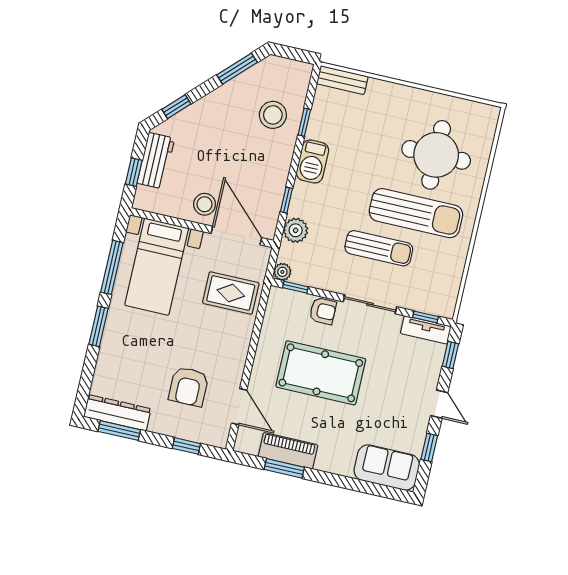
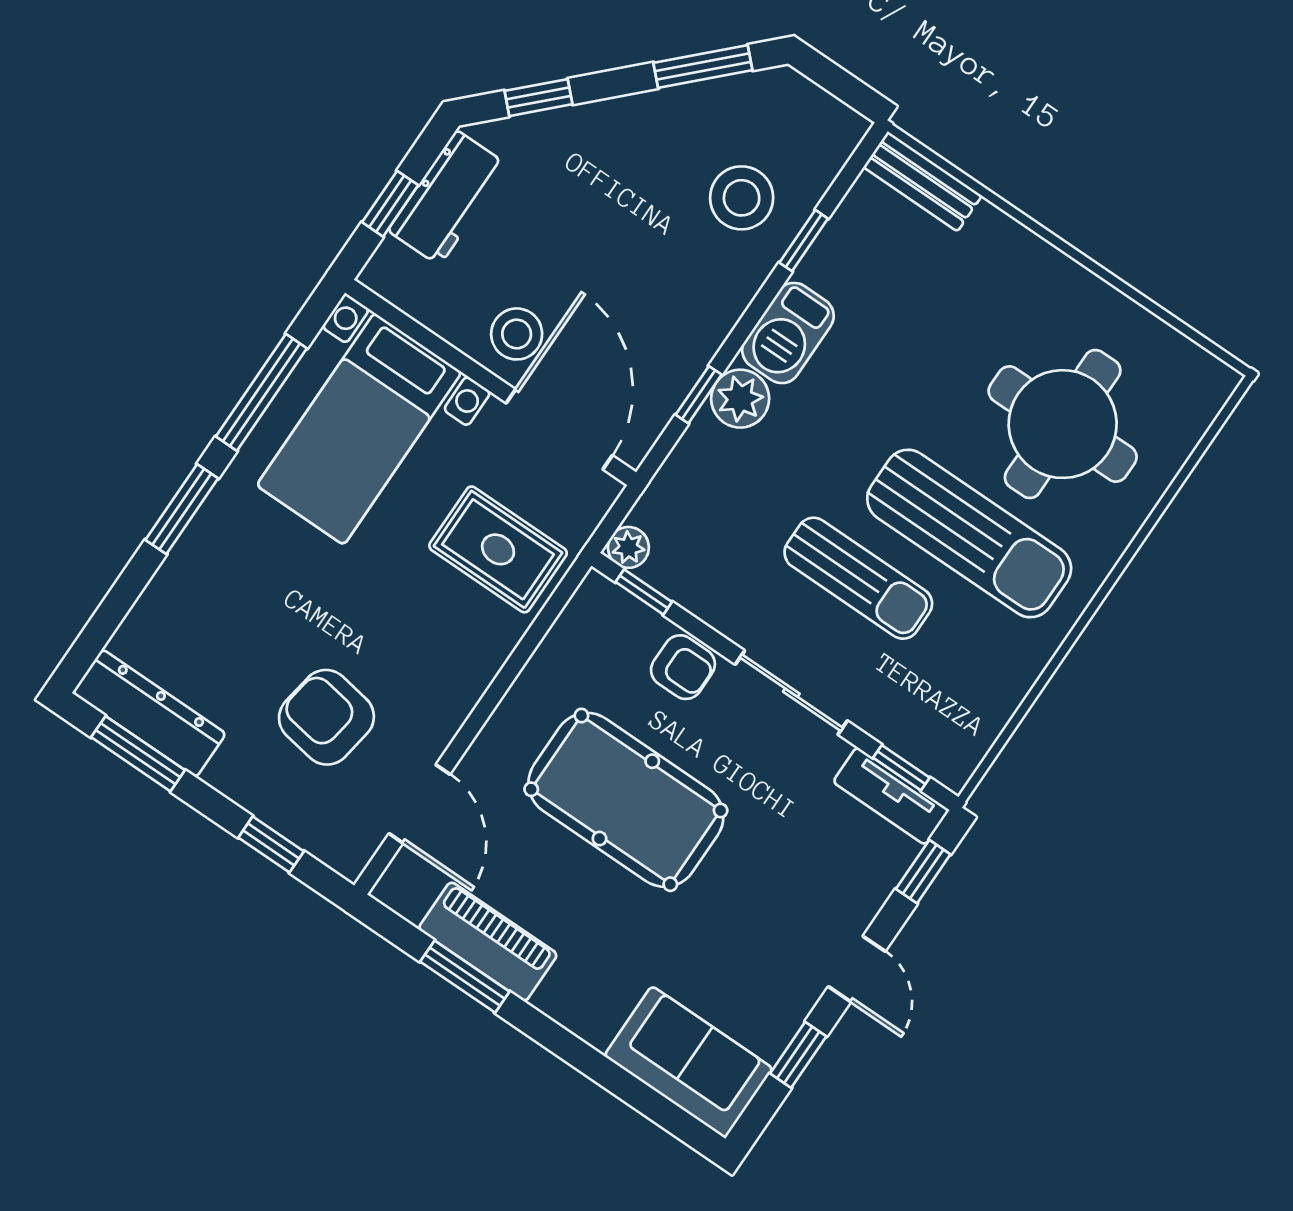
plant: (296, 230) -> (740, 399), moved
armchair: (189, 387) -> (326, 717), turned 99

